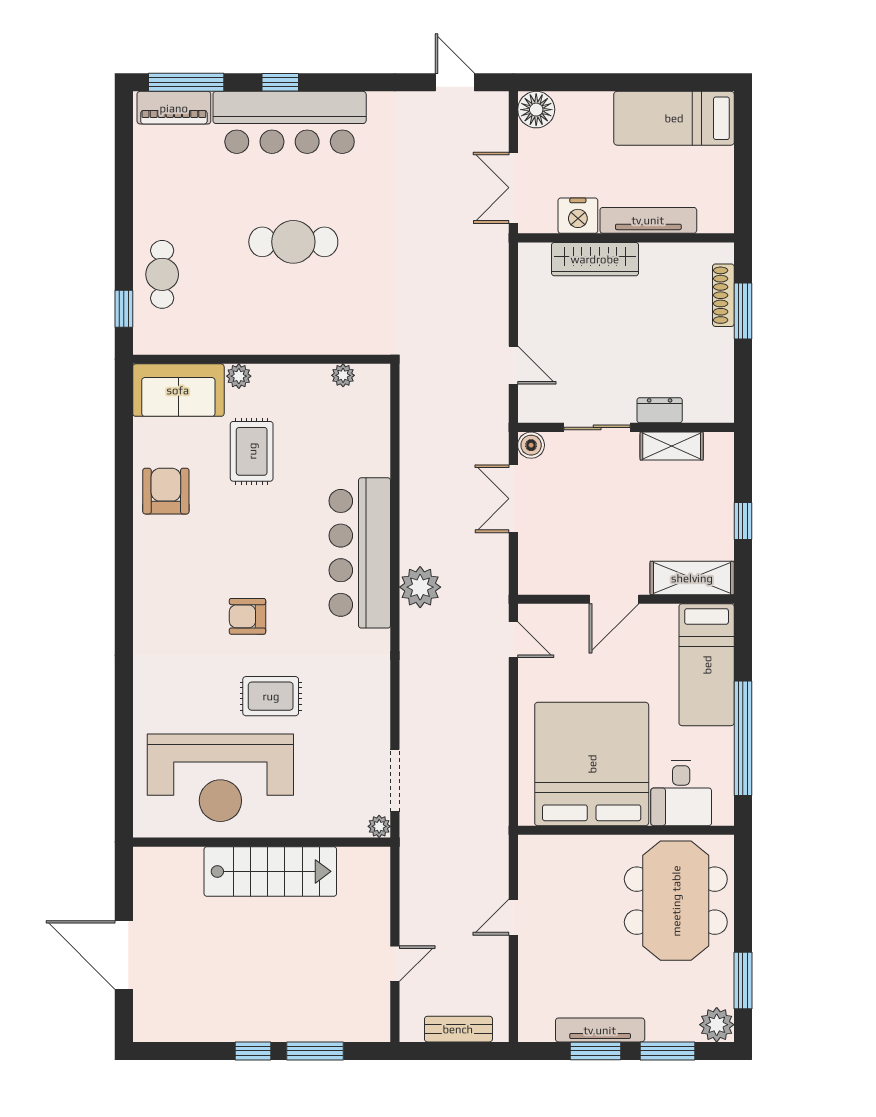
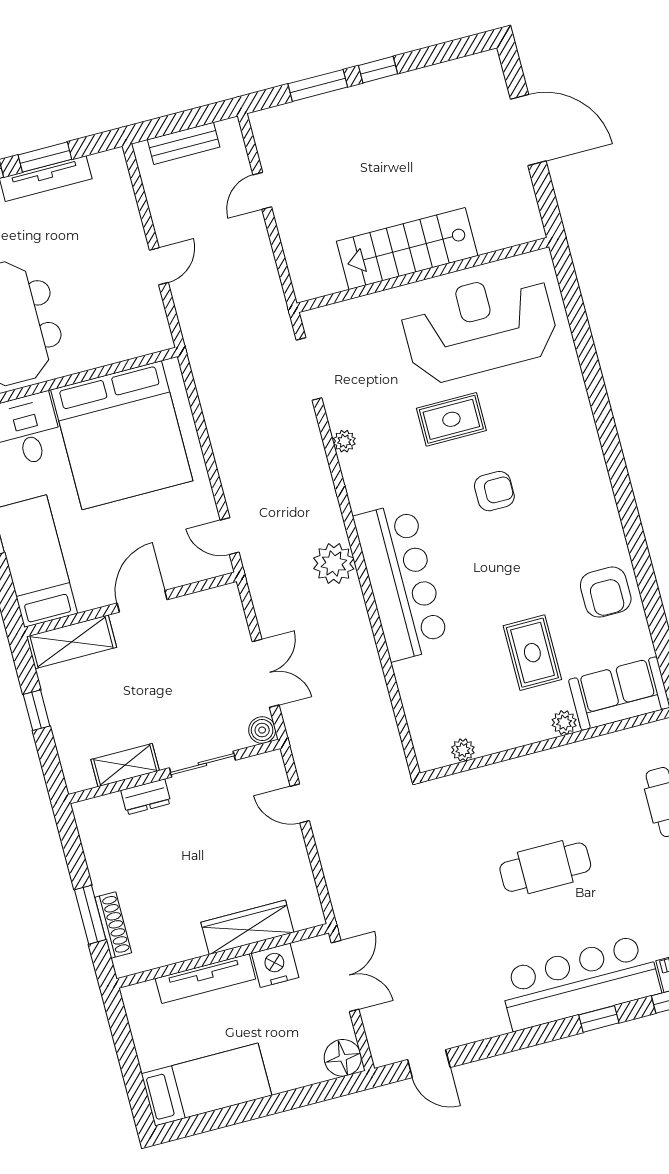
plant: (379, 826) -> (344, 441), moved

